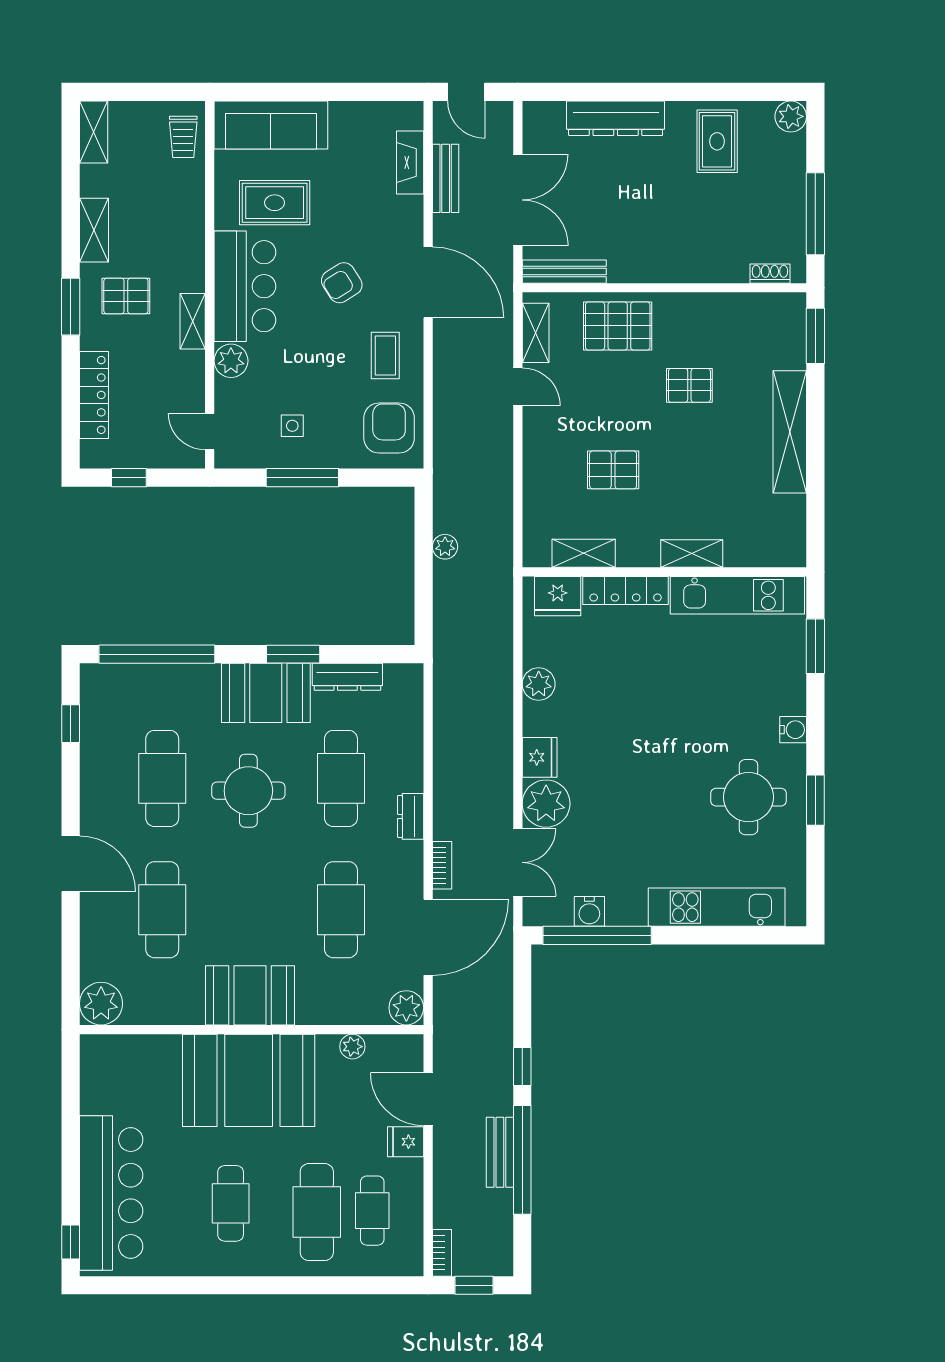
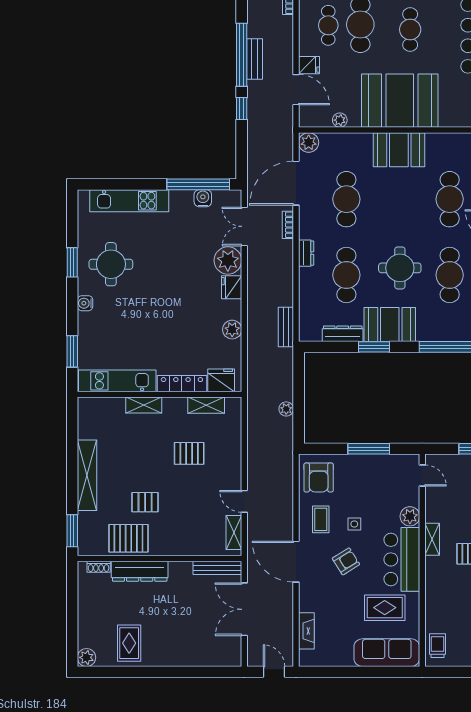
dresser: (616, 118) -> (140, 571), moved, turned 180
bench: (446, 178) -> (286, 327), moved
window: (815, 214) -> (72, 601), removed
pallet: (618, 326) -> (128, 538), moved
side table: (292, 426) -> (354, 524), moved

